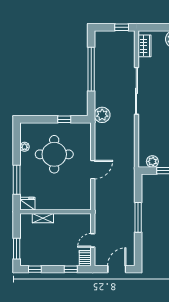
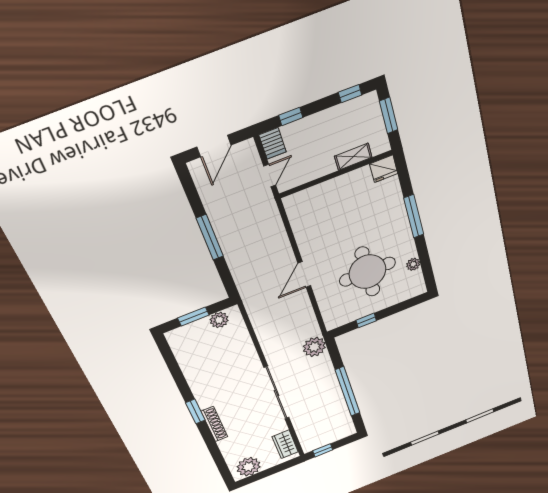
fridge: (27, 204) -> (384, 169), moved
wall: (55, 212) -> (336, 174), moved
shelving: (43, 218) -> (353, 157), moved

